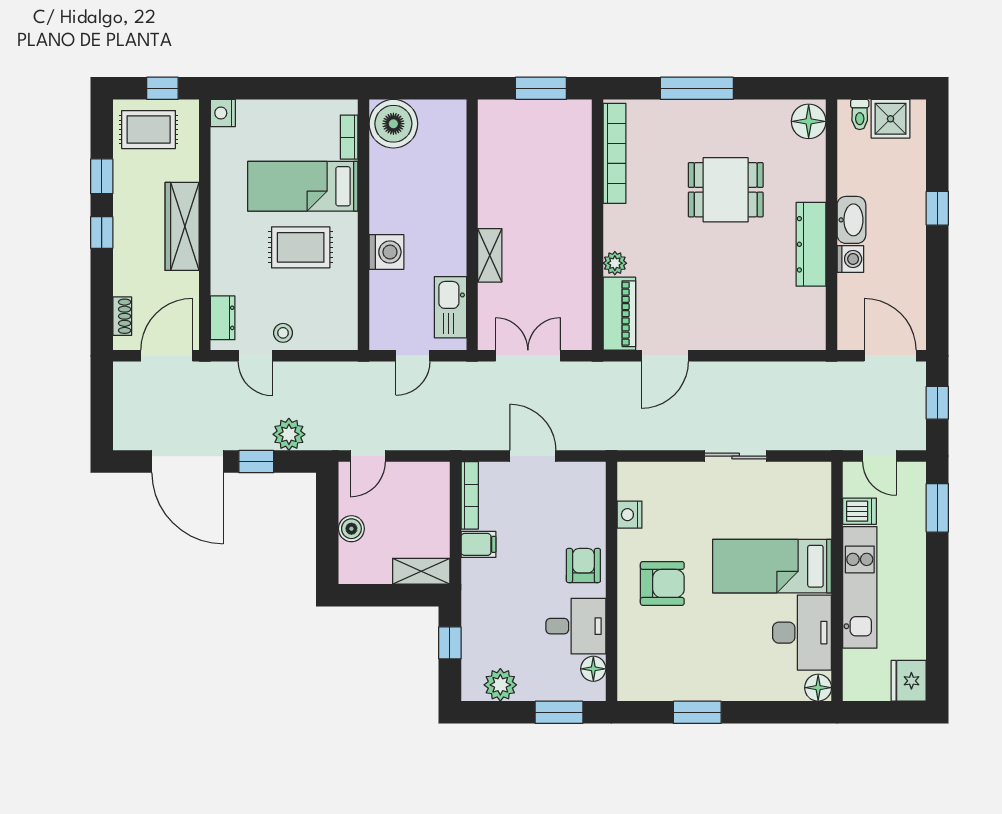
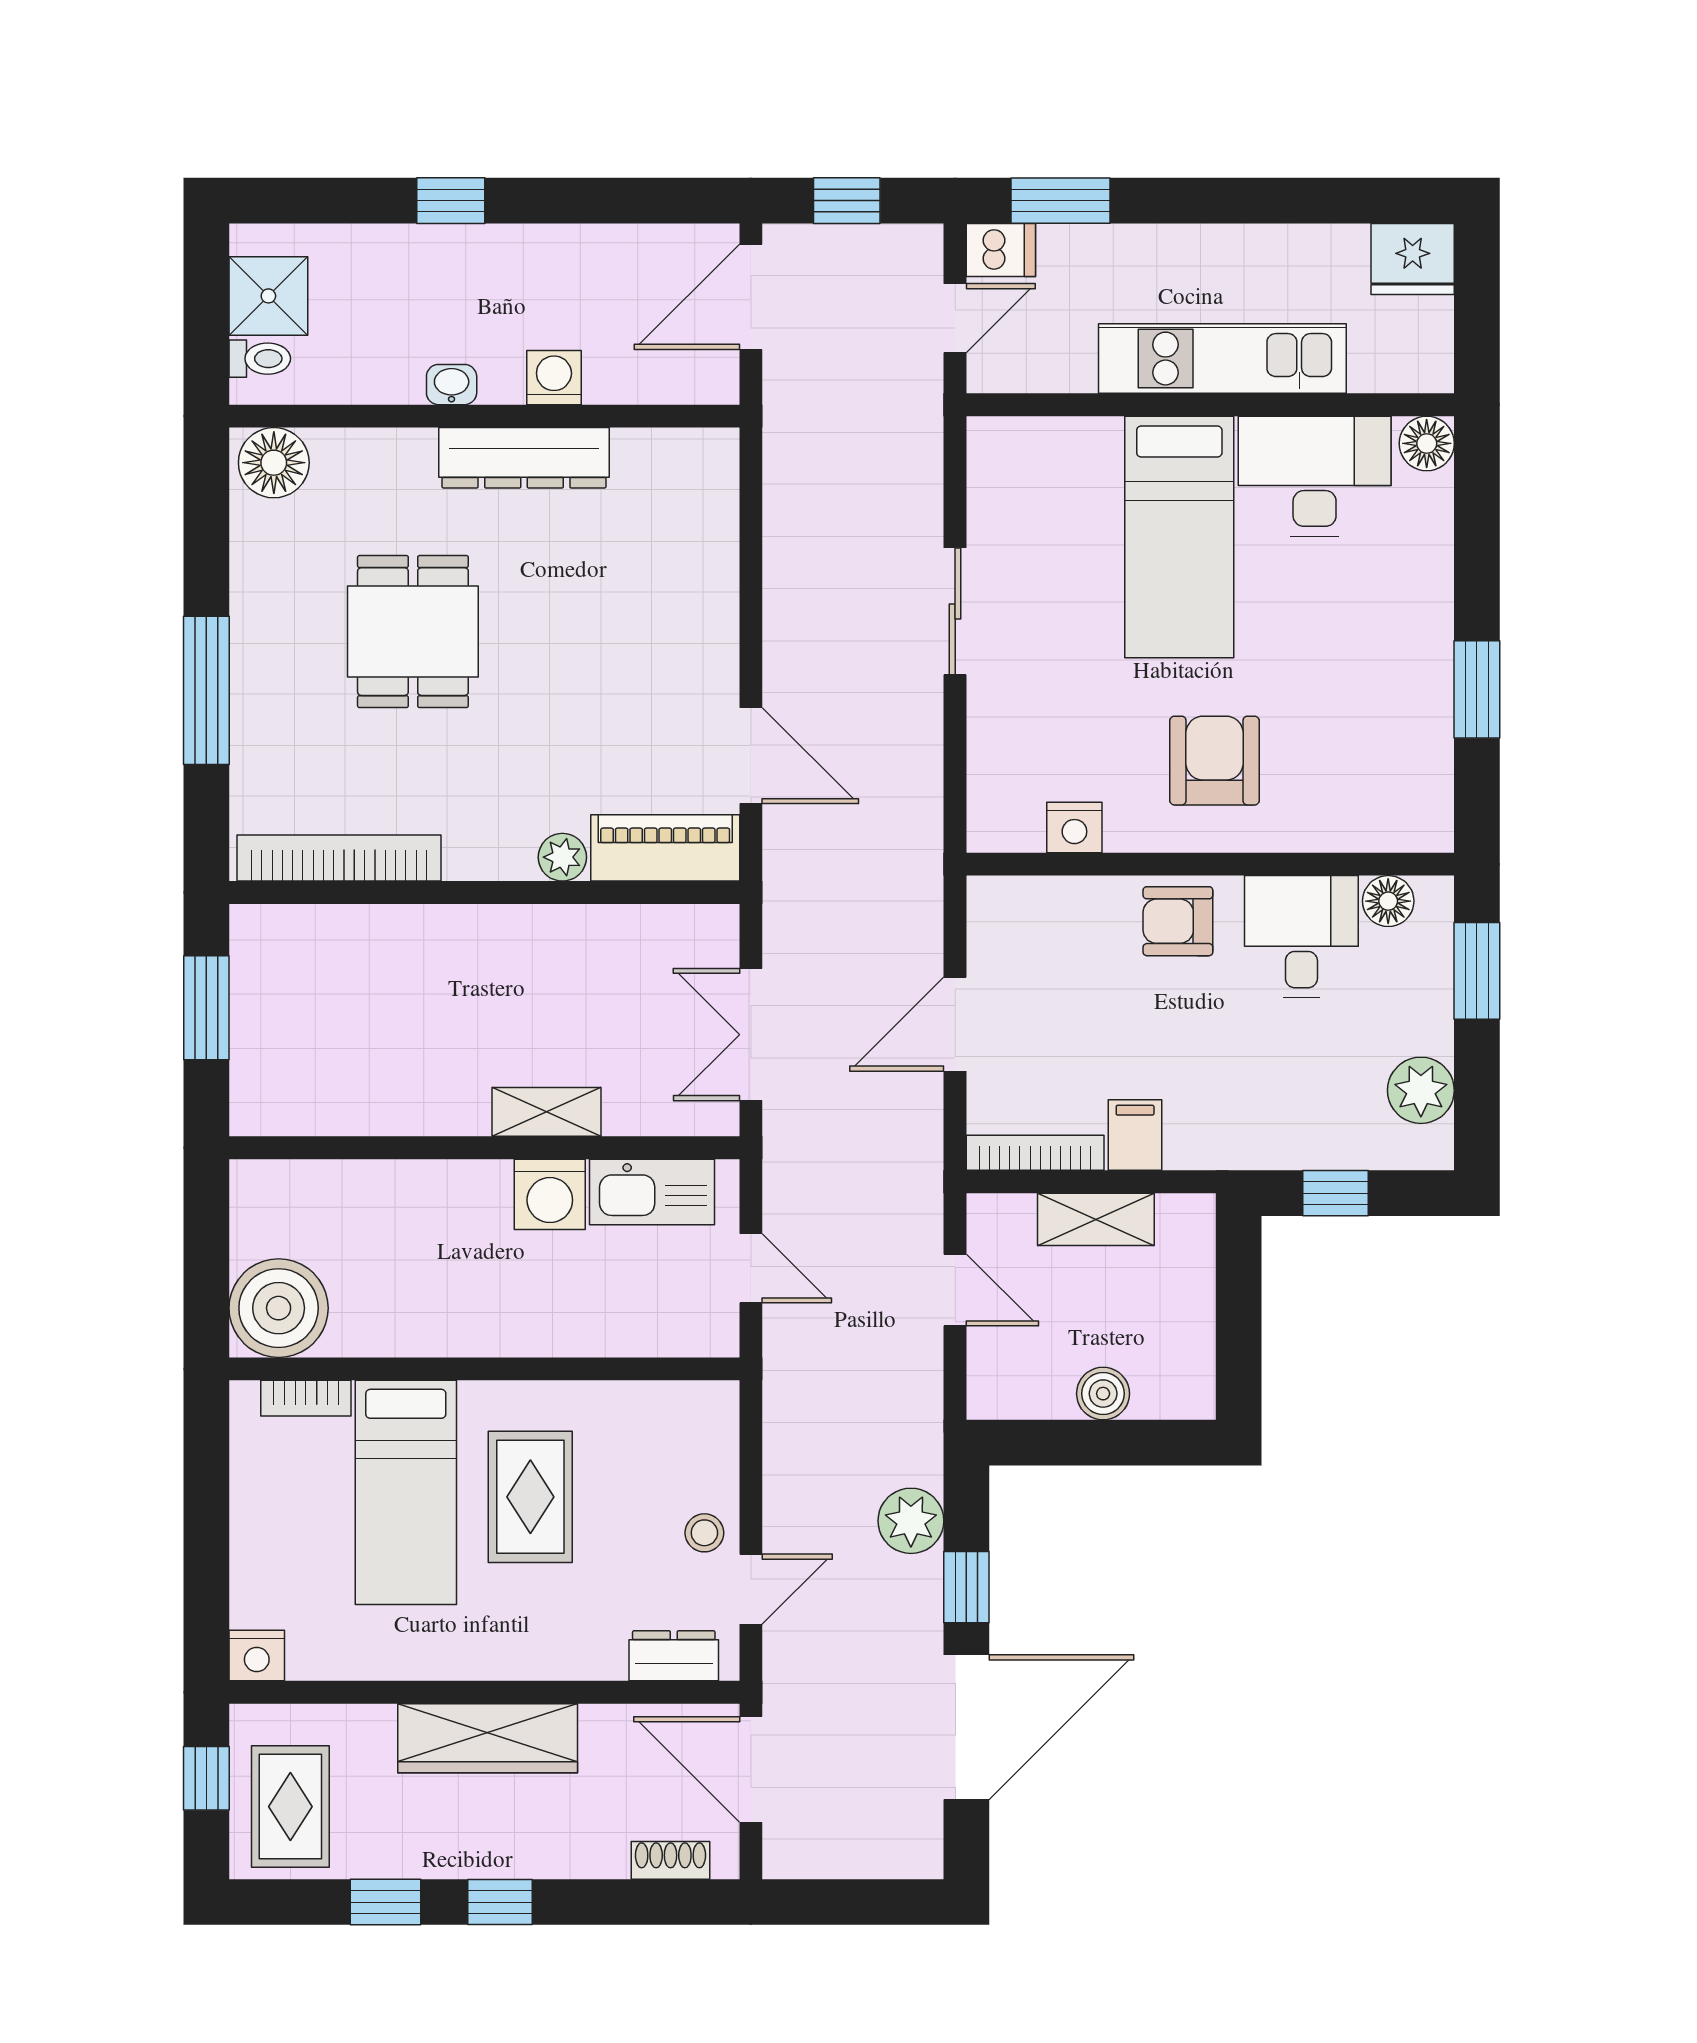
washbasin: (851, 220) -> (452, 385), width x0.52, depth x0.69
washing machine: (386, 252) -> (550, 1194), moved, turned 180
door: (368, 456) -> (955, 1290), moved
dishwasher: (860, 511) -> (1001, 250), moved, turned 90
shelving: (421, 571) -> (1096, 1219), moved, turned 90

